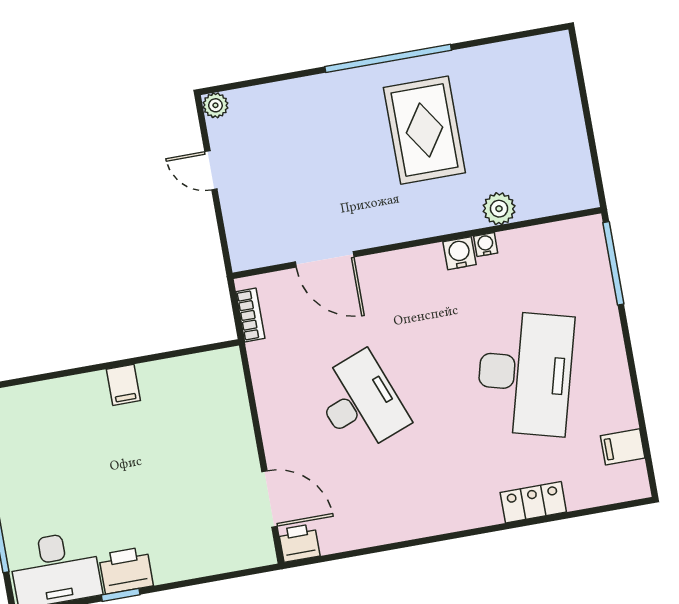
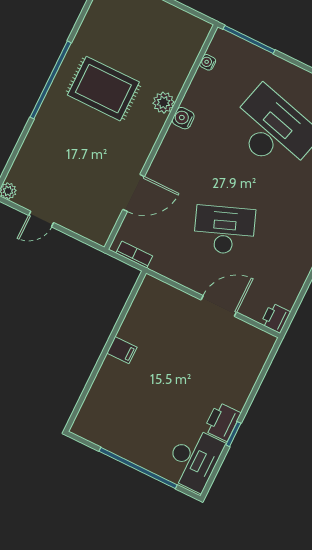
plant: (499, 209) -> (164, 103), moved
water cooler: (486, 245) -> (208, 62), moved
door: (269, 499) -> (219, 306), moved

